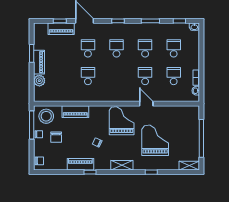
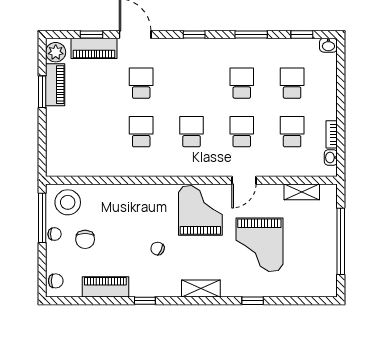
school desk: (117, 48) -> (191, 132), moved
piano: (39, 62) -> (55, 85), moved
plant: (39, 81) -> (56, 52), moved
door: (146, 104) -> (244, 180), swing flipped
piano: (75, 112) -> (119, 194), removed
grand piano: (155, 140) -> (259, 245), turned 180
piano: (80, 164) -> (105, 287), moved
shelving: (189, 166) -> (302, 192), moved

